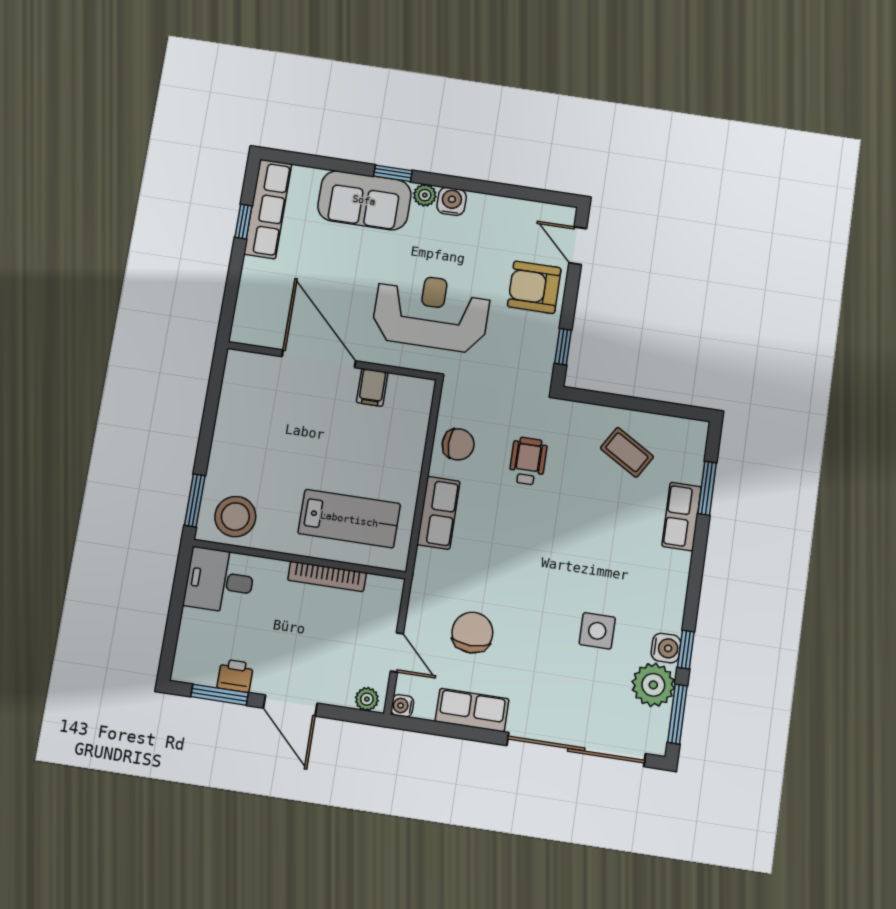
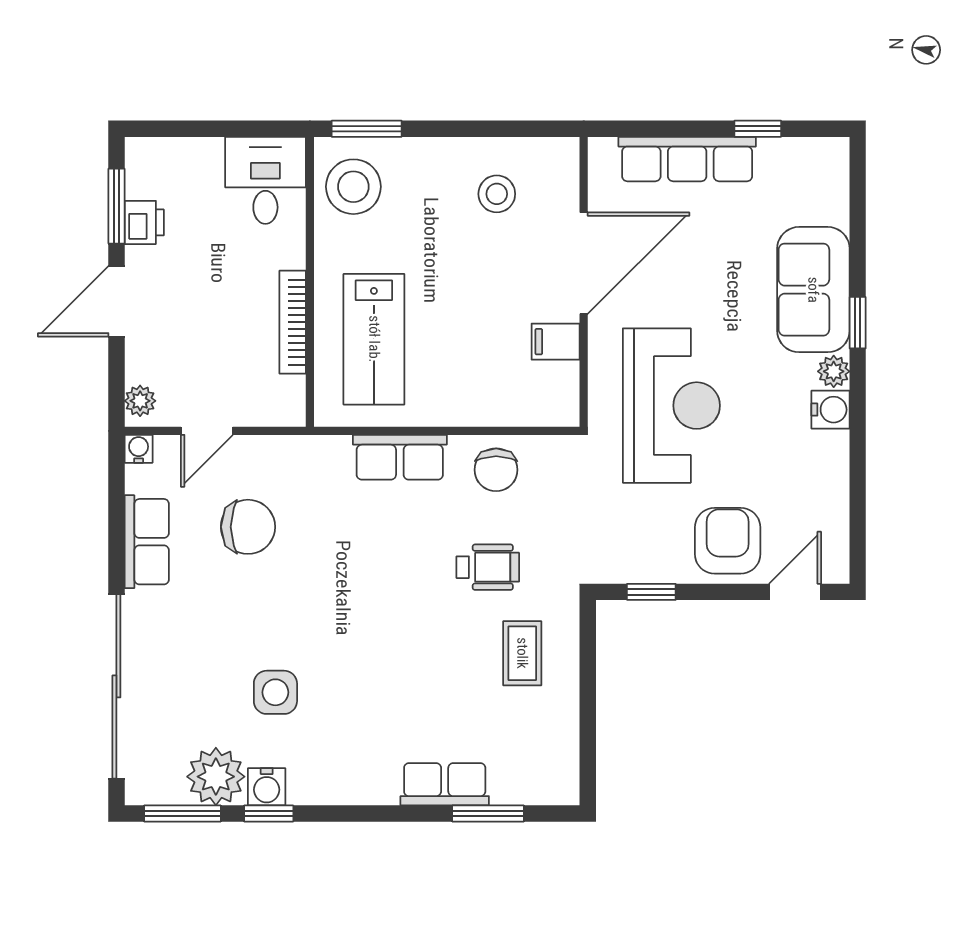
row of seats: (268, 209) -> (687, 159), moved
stool: (258, 413) -> (497, 194), added
coffee table: (627, 452) -> (522, 653), moved, turned -31

